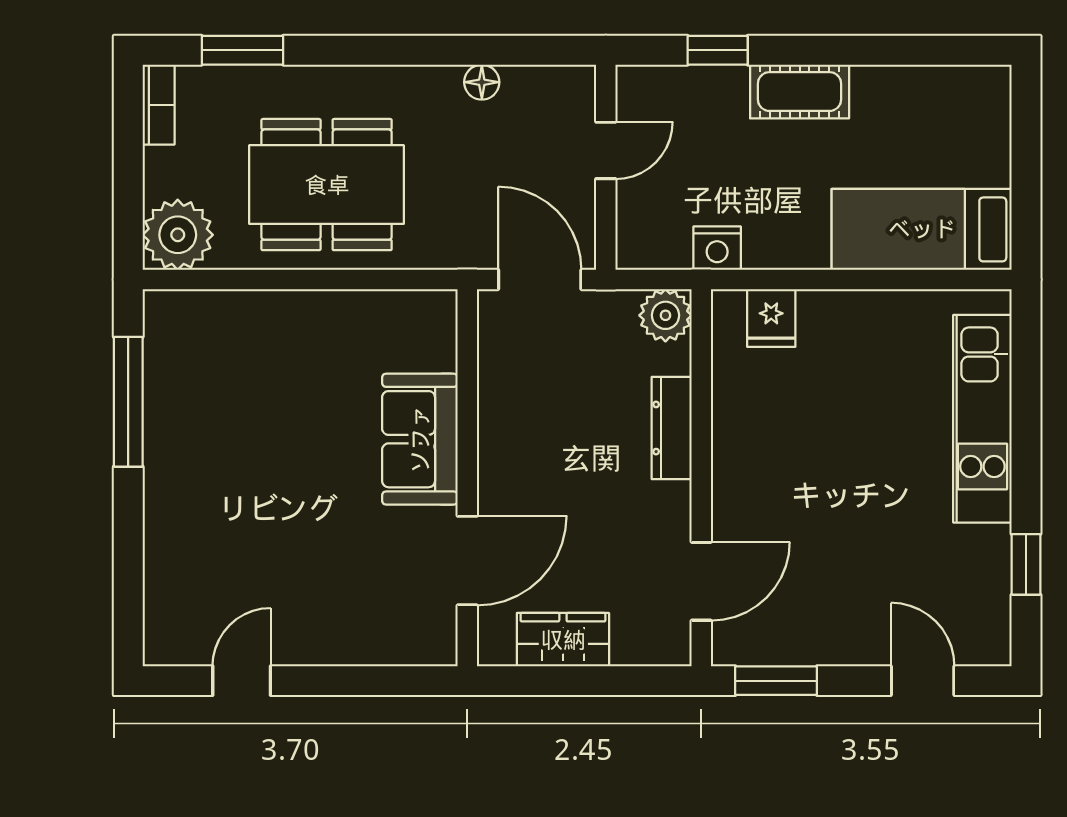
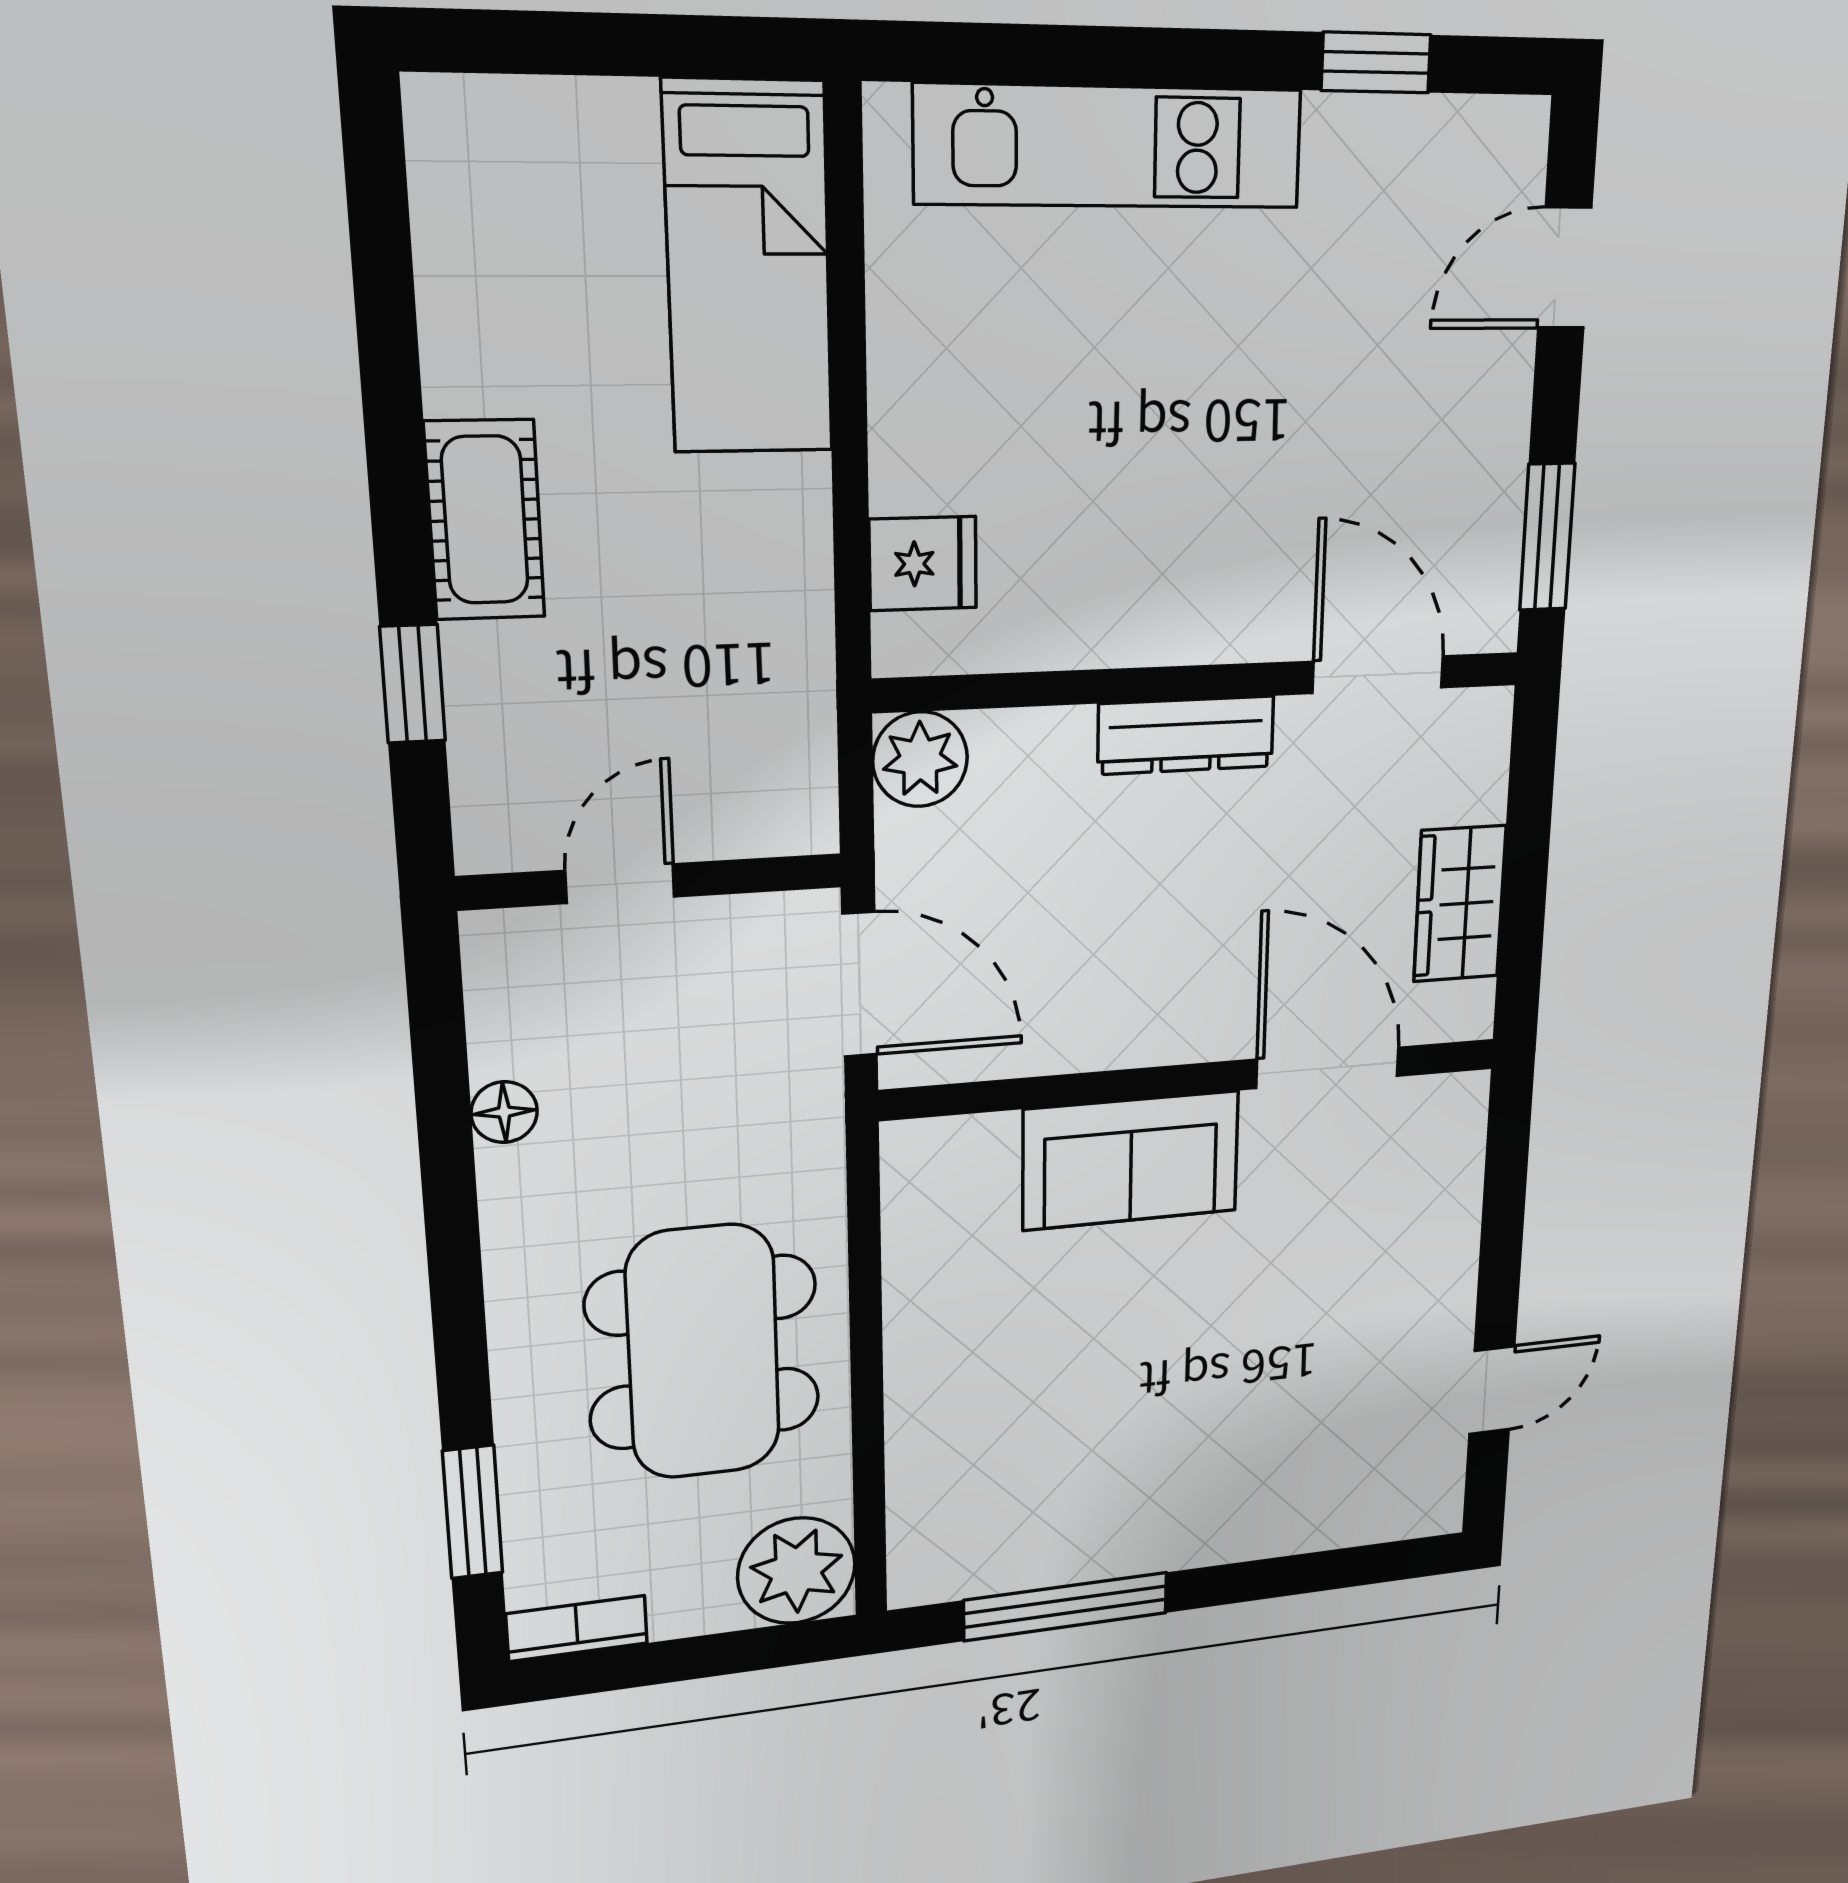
door: (606, 150) -> (620, 884), hinge flipped
nightstand: (717, 248) -> (796, 670), removed
door: (540, 280) -> (860, 984), swing flipped
dresser: (672, 428) -> (1186, 735), moved
door: (242, 681) -> (1492, 1390), swing flipped

